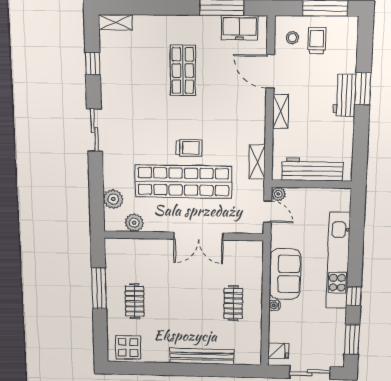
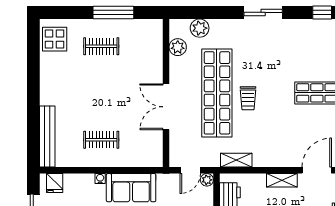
bench: (202, 356) -> (47, 137), moved

